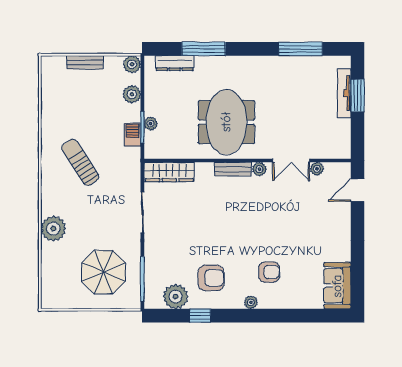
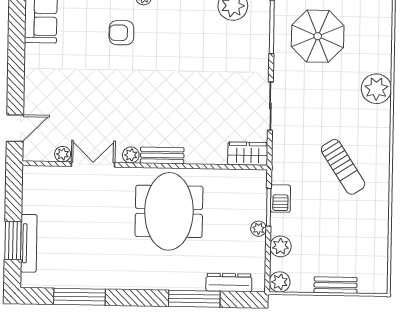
plant: (151, 124) -> (259, 229), moved
wardrobe: (169, 172) -> (248, 154), width x0.67
armchair: (211, 278) -> (190, 27), removed

